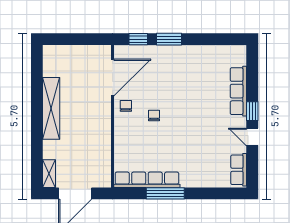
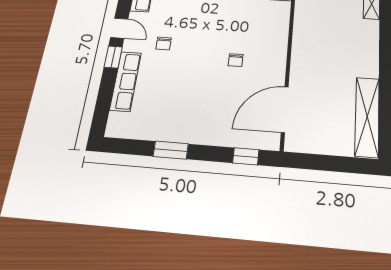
window: (169, 39) -> (171, 150), moved
chair: (126, 106) -> (164, 44), moved
shelving: (51, 108) -> (367, 117), moved

